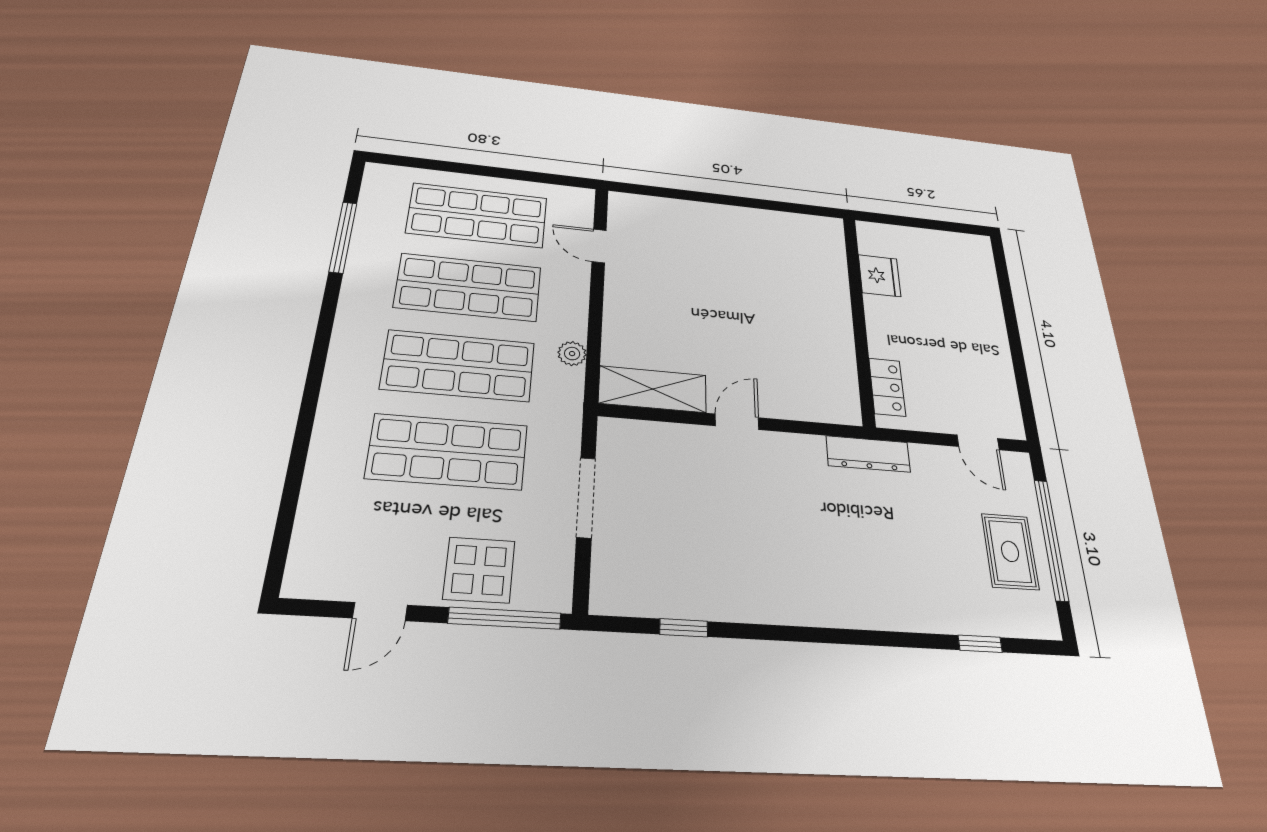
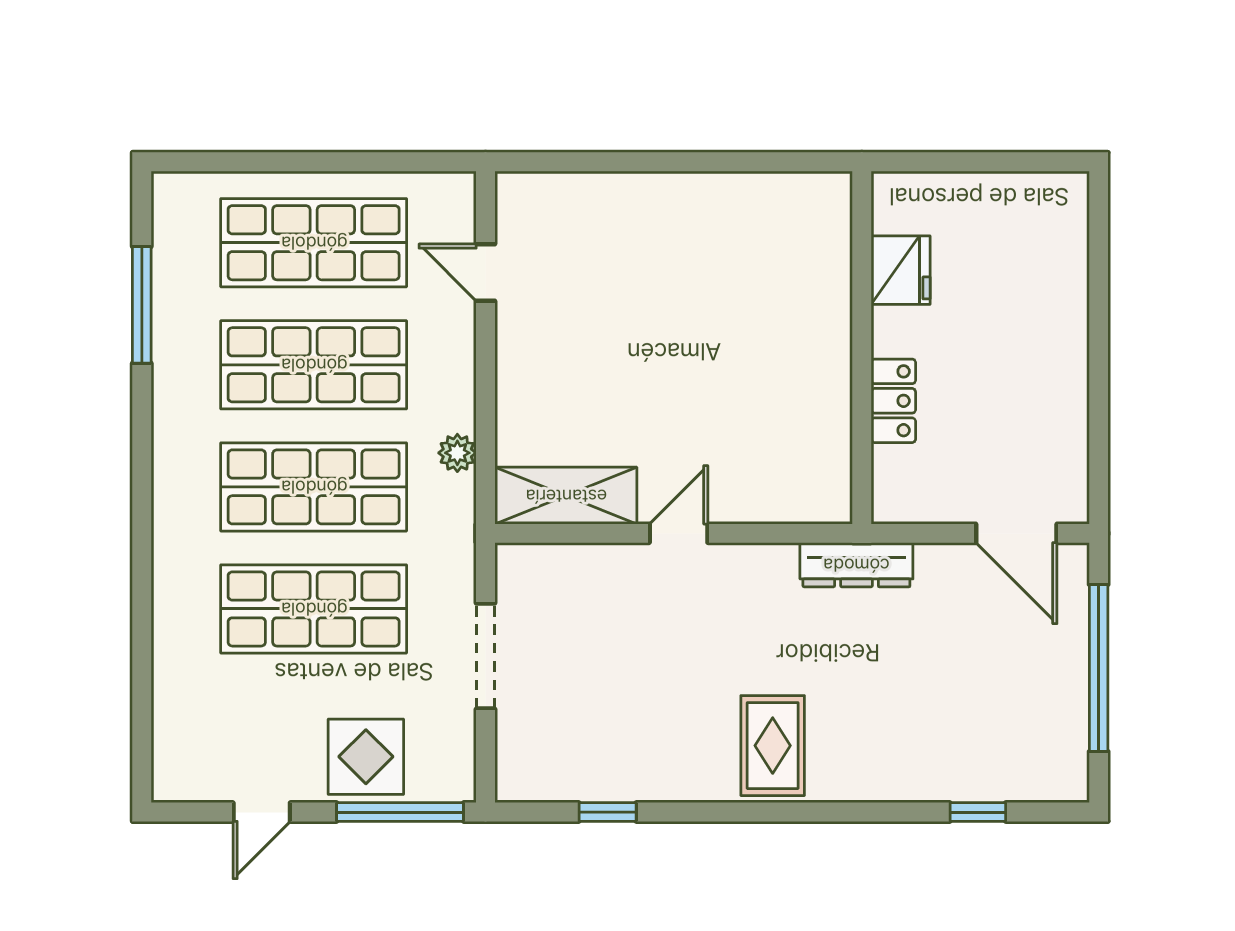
locker: (887, 387) -> (893, 401), moved
door: (978, 442) -> (1016, 533), width x1.38
rug: (1010, 551) -> (773, 746), moved

